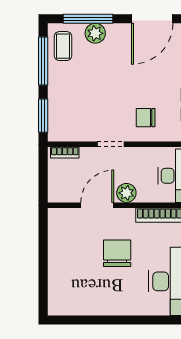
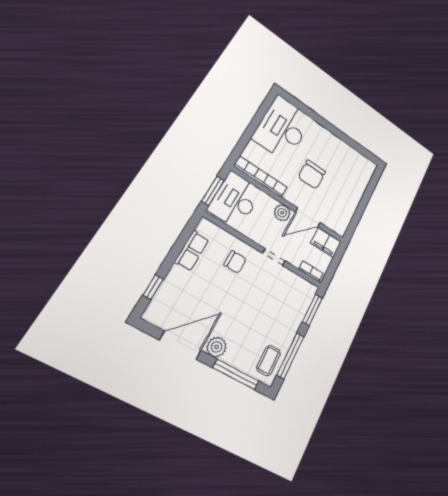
plant: (95, 33) -> (217, 347), moved
filing cabinet: (64, 192) -> (326, 242), added

